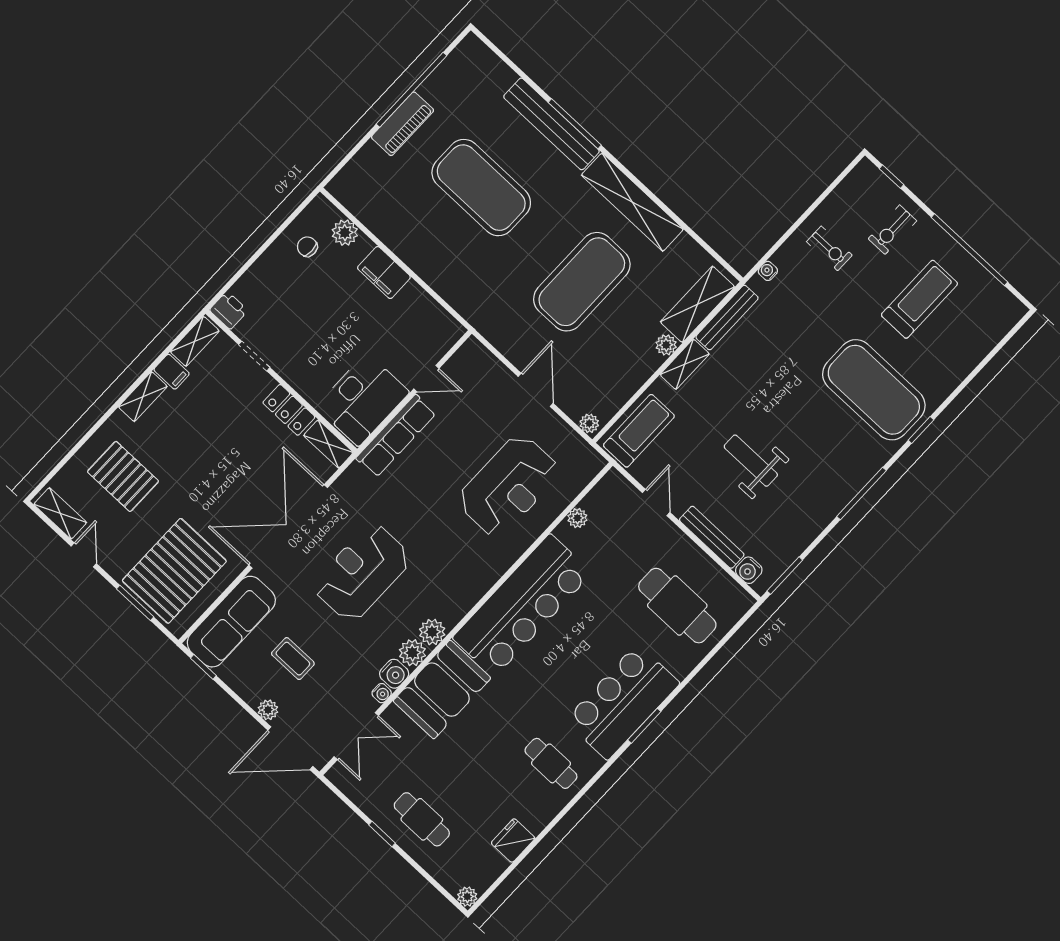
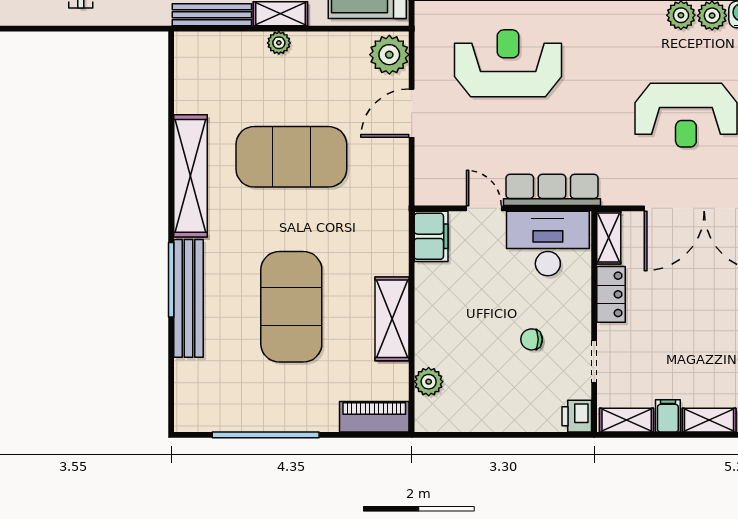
piano: (403, 124) -> (374, 417), moved
chair: (307, 247) -> (532, 339), moved, turned 90
water cooler: (768, 271) -> (144, 17), removed
filing cabinet: (384, 273) -> (431, 236), moved
shelving: (697, 304) -> (392, 319), moved, turned 90
plant: (589, 423) -> (389, 55), width x1.87, depth x1.87

